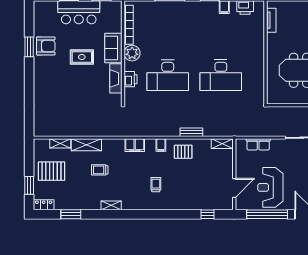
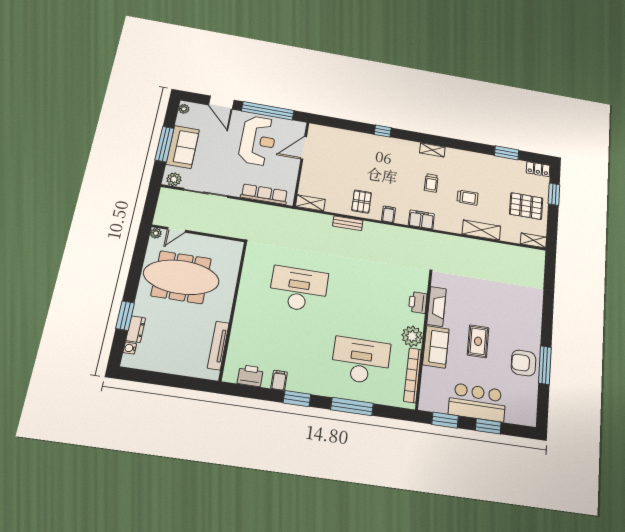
tv unit: (271, 20) -> (218, 345), width x1.41
window: (29, 47) -> (545, 365), width x1.44
rug: (82, 57) -> (478, 341), turned 90
desk: (168, 75) -> (361, 361), moved
shelving: (60, 143) -> (533, 240), moved
row of seats: (258, 144) -> (264, 194), width x1.48
pallet: (183, 152) -> (362, 202), turned 90
trolley: (156, 185) -> (431, 183), moved
shelving: (111, 205) -> (432, 150), moved
window: (207, 214) -> (383, 131), moved

